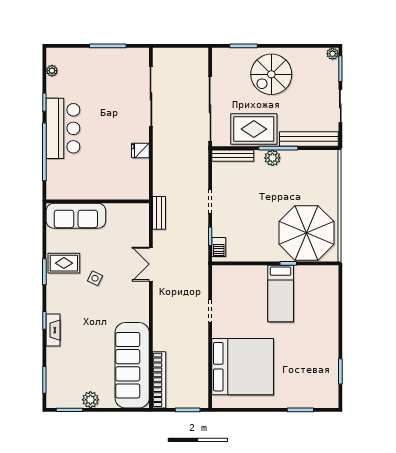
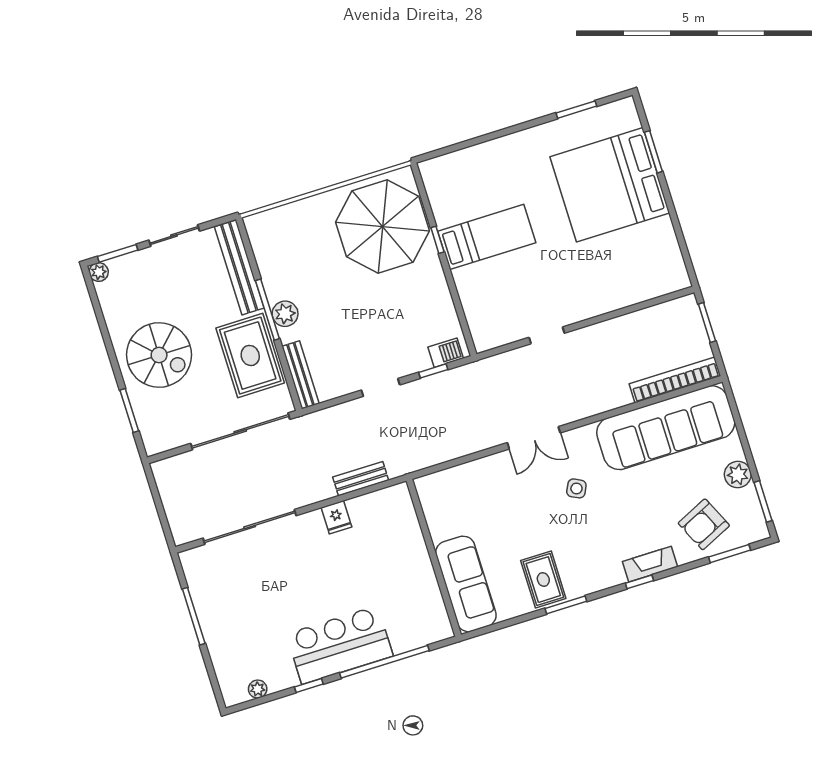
bench: (159, 213) -> (361, 479), moved
double door: (151, 264) -> (534, 438), moved
side table: (95, 278) -> (576, 488), moved
bed: (243, 367) -> (610, 185), moved, turned -90
armchair: (67, 370) -> (704, 524), added

